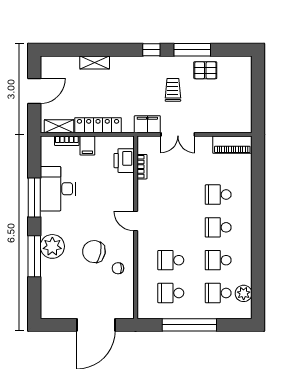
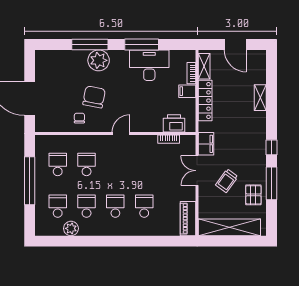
trolley: (173, 90) -> (227, 181), moved, turned 126
shelving: (242, 98) -> (229, 227), added
plant: (244, 293) -> (71, 228), moved

